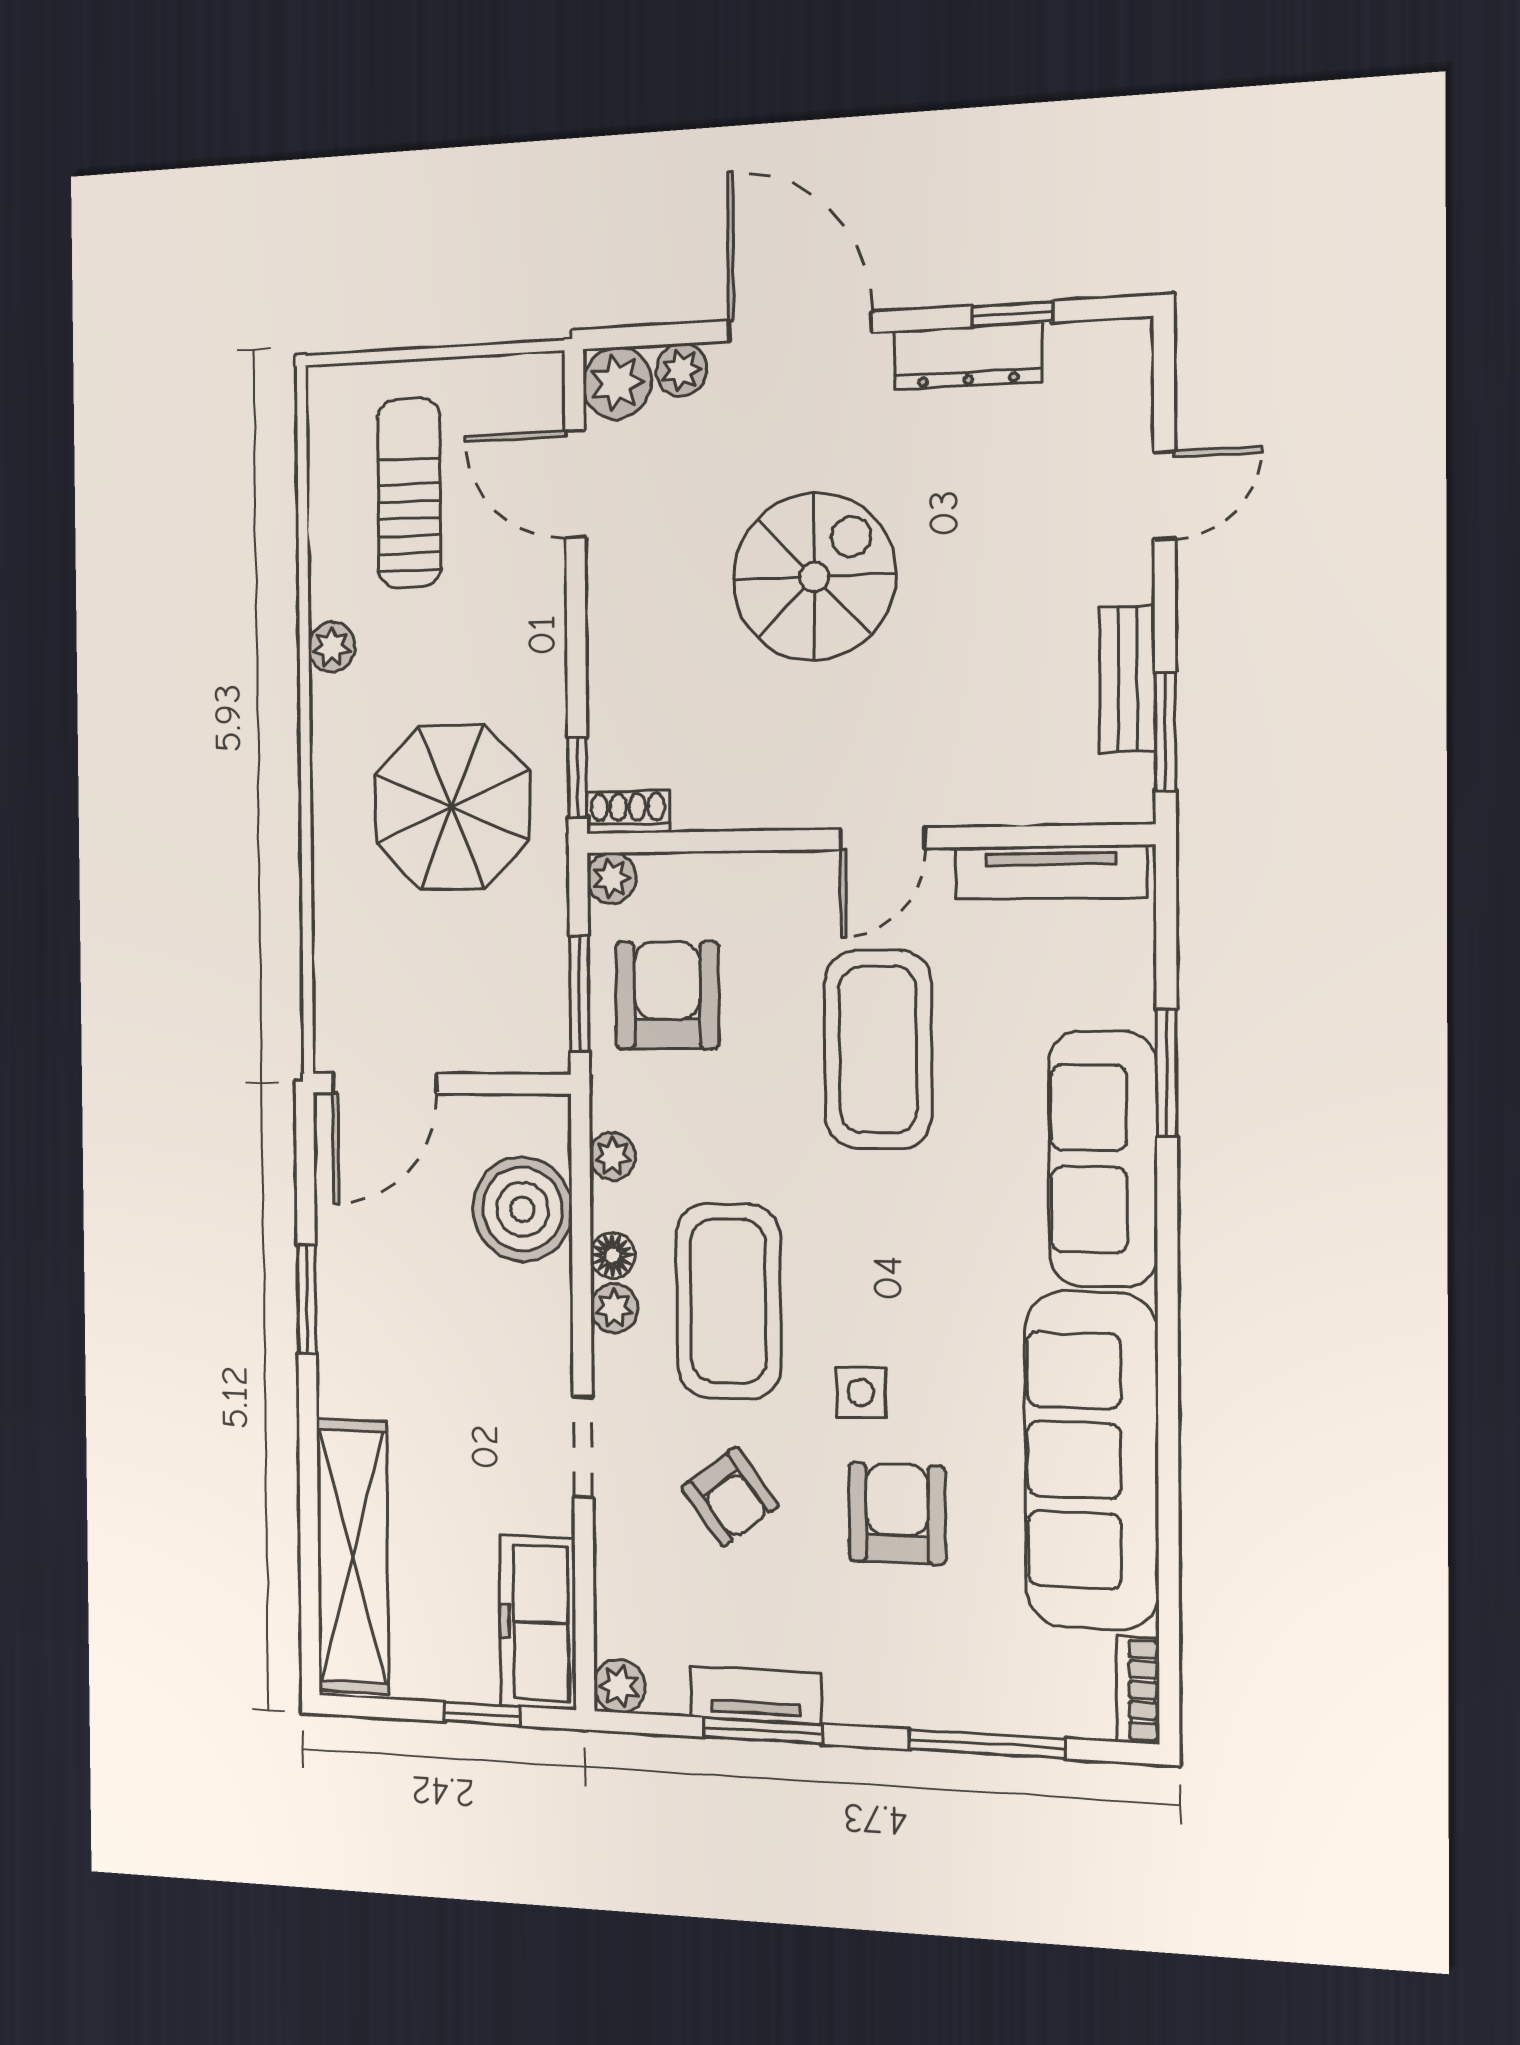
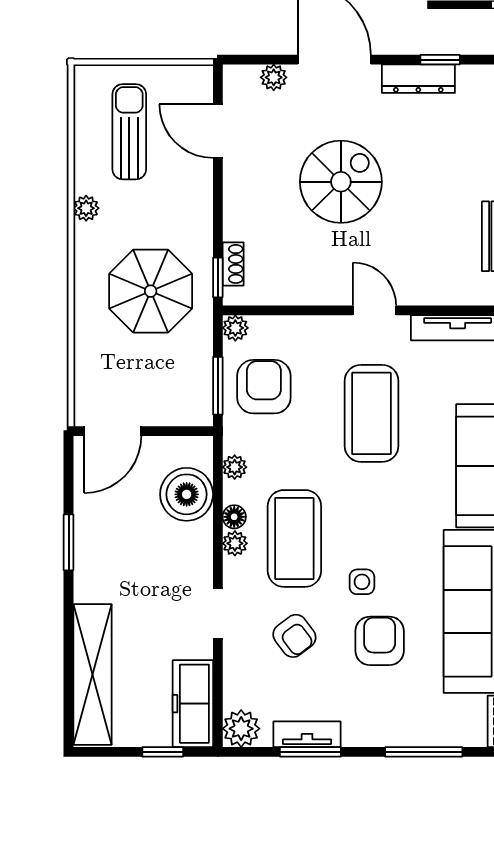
plant: (617, 383) -> (240, 82), removed
shoe rack: (628, 812) -> (233, 264), moved, turned 90
door: (883, 839) -> (374, 310), swing flipped
plant: (620, 1686) -> (241, 729), width x1.38, depth x1.38

